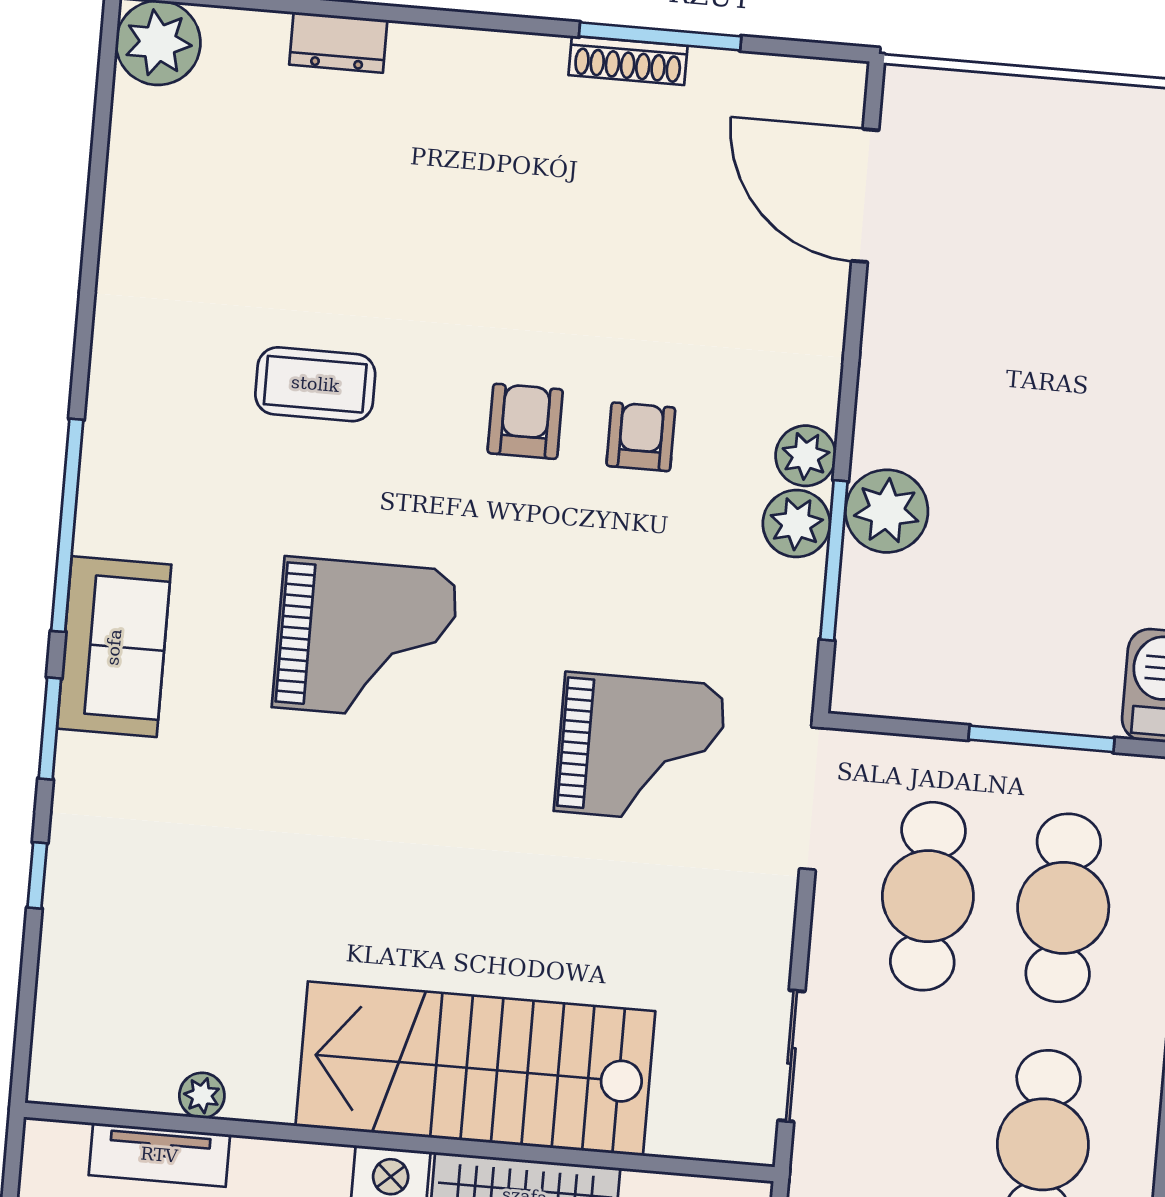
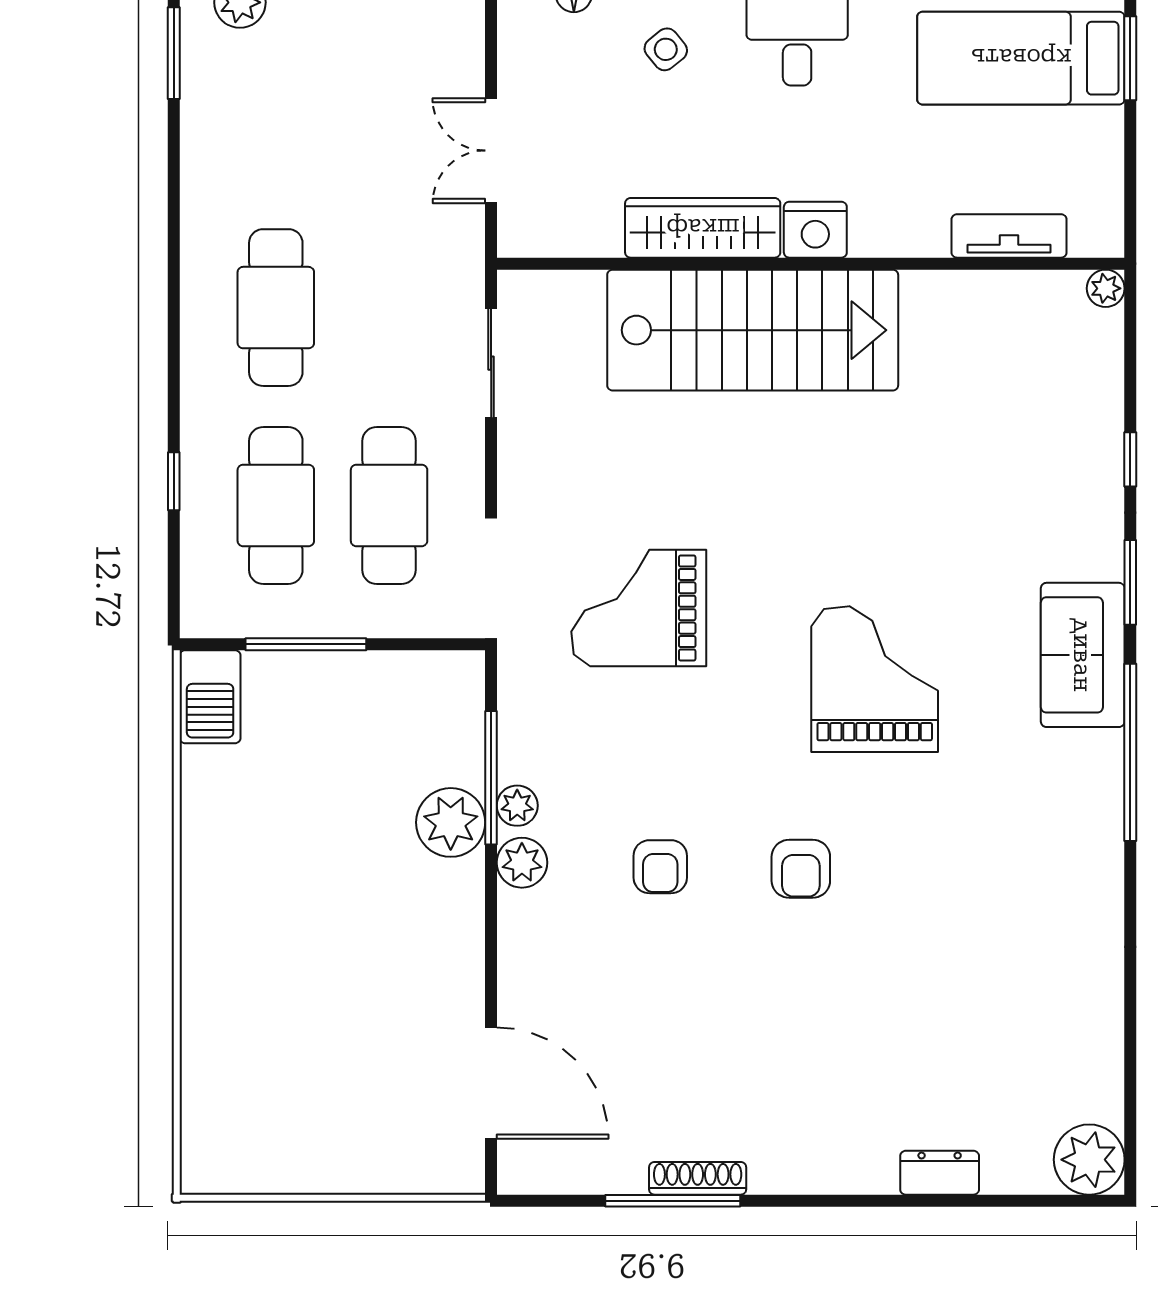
coffee table: (315, 384) -> (934, 887), removed
armchair: (525, 421) -> (801, 869), moved
plant: (796, 524) -> (517, 806), width x0.73, depth x0.73
grand piano: (365, 639) -> (875, 679), turned 90
plant: (202, 1095) -> (1106, 288), moved

